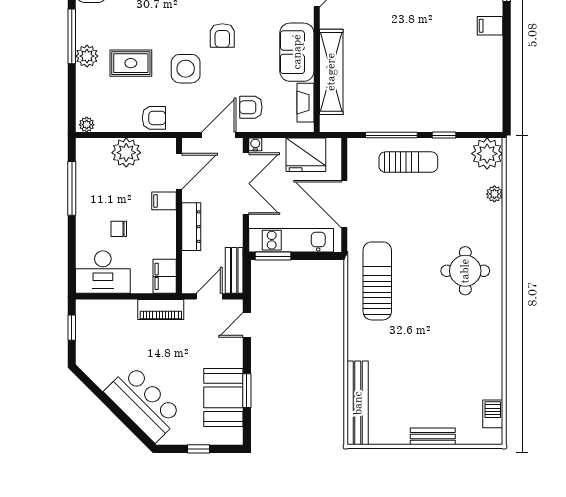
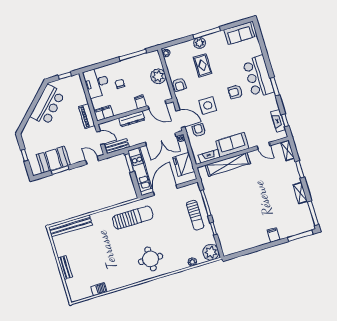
armchair: (222, 36) -> (235, 92), moved
side table: (186, 69) -> (208, 105), moved
bar counter: (143, 403) -> (47, 105), moved
barbecue: (493, 414) -> (99, 289), moved

